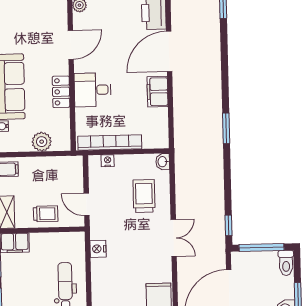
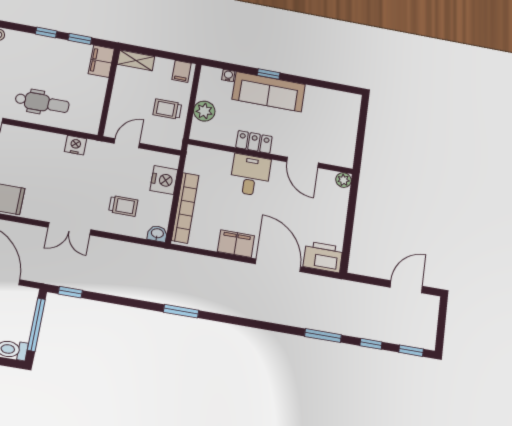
bookcase: (110, 142) -> (185, 208), moved
nightstand: (108, 161) -> (164, 180), width x1.89, depth x1.79
trolley: (144, 196) -> (123, 206), width x0.73, depth x0.72
trolley: (46, 214) -> (167, 109), moved, turned 90

